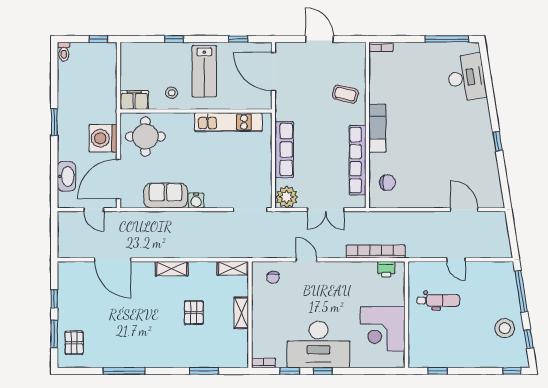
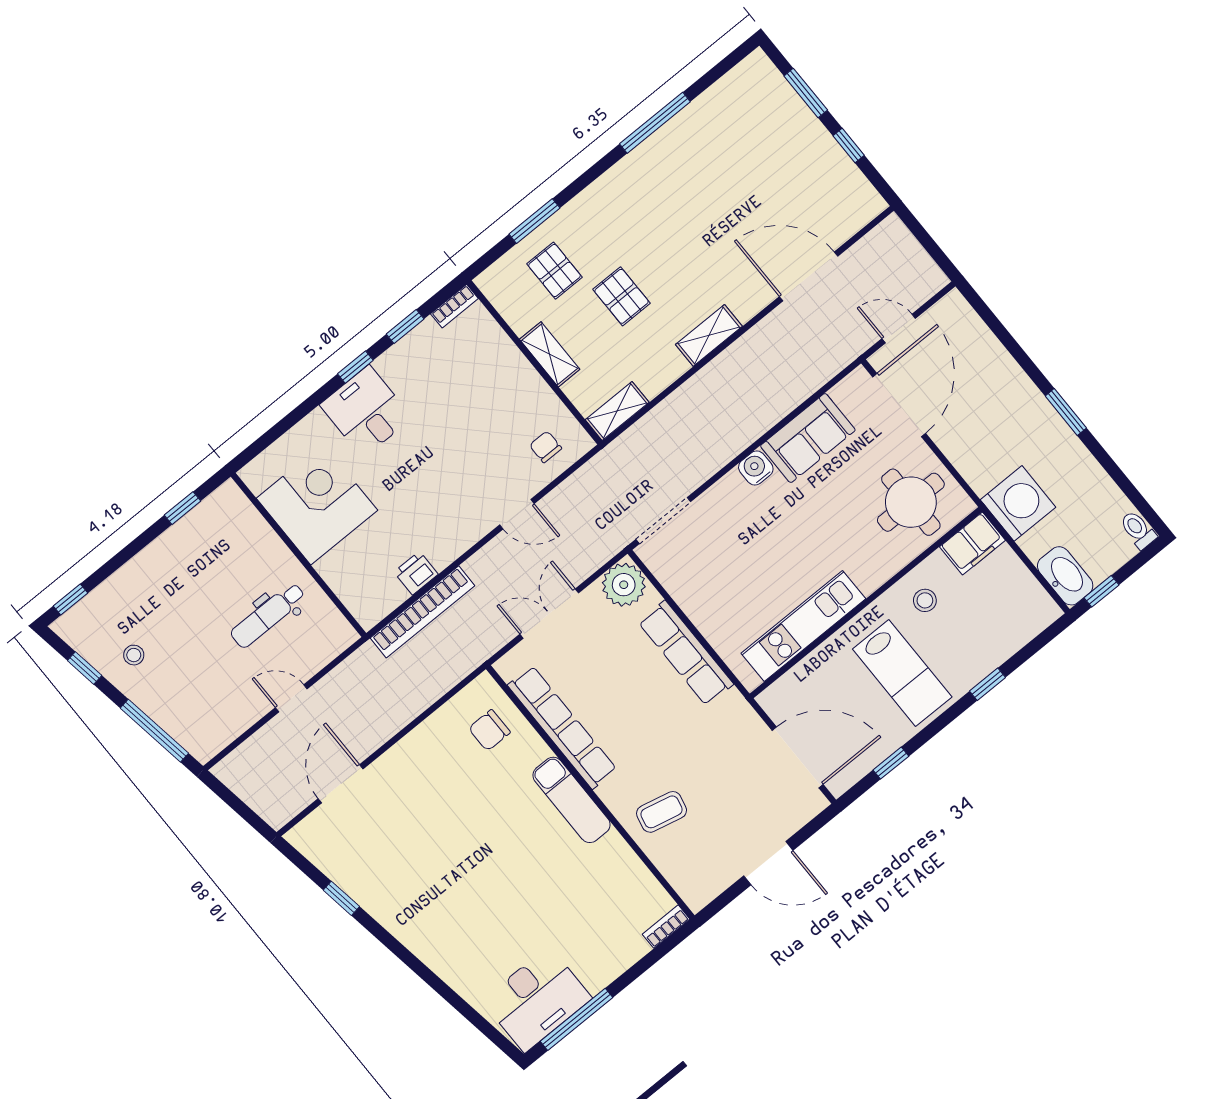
lab bench: (204, 71) -> (902, 673), turned 180
desk: (466, 78) -> (537, 999), moved, turned -81
washing machine: (103, 138) -> (1018, 503), moved
window: (498, 141) -> (341, 898), moved
washbasin: (66, 176) -> (1065, 576), moved, turned 180
door: (464, 210) -> (341, 784), swing flipped
printer: (386, 269) -> (416, 573), moved
stool: (505, 328) -> (134, 655), width x0.53, depth x0.53
pallet: (74, 343) -> (554, 271), moved
desk: (318, 344) -> (366, 411), width x0.53, depth x0.77

